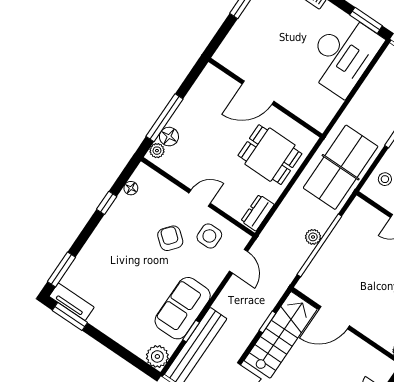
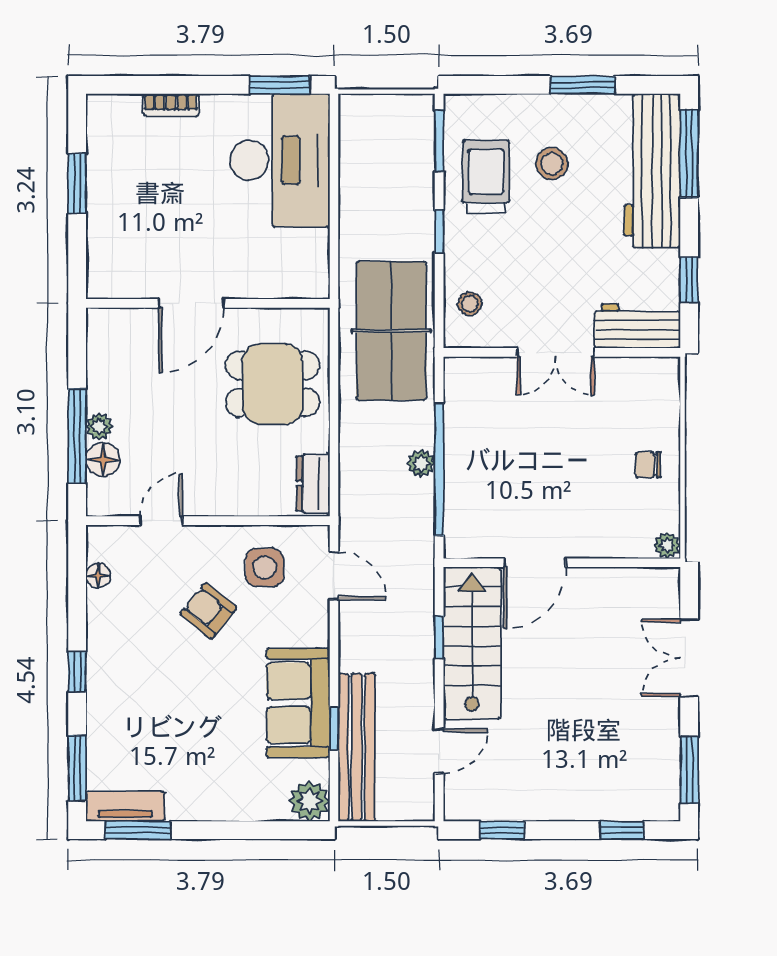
plant: (157, 151) -> (99, 426), moved
door: (200, 198) -> (161, 521), moved
window: (107, 203) -> (77, 672), moved

